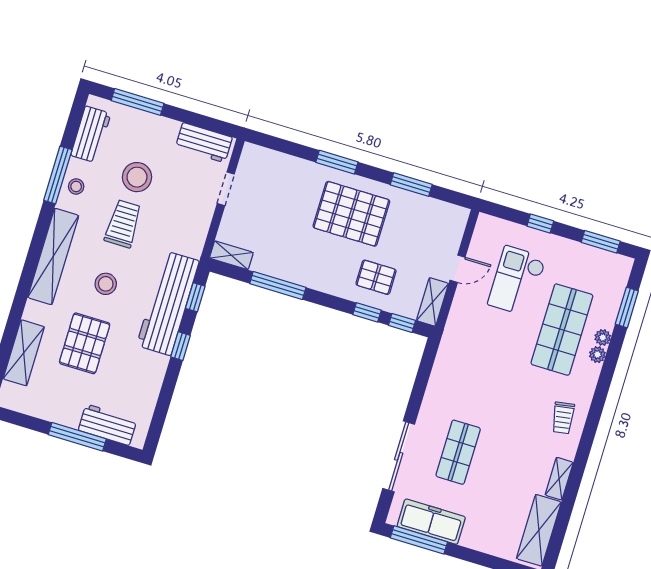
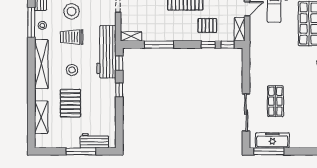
trolley: (123, 224) -> (72, 37), turned -90
workbench: (168, 303) -> (106, 52), moved

